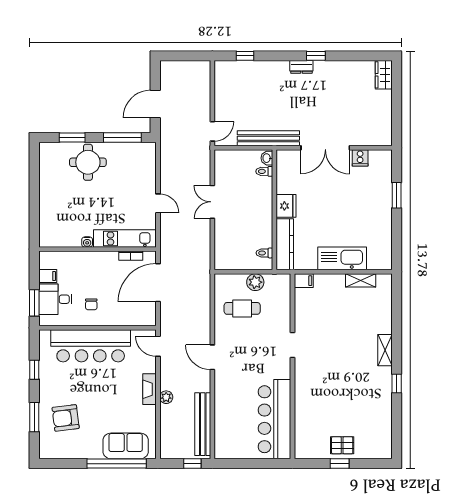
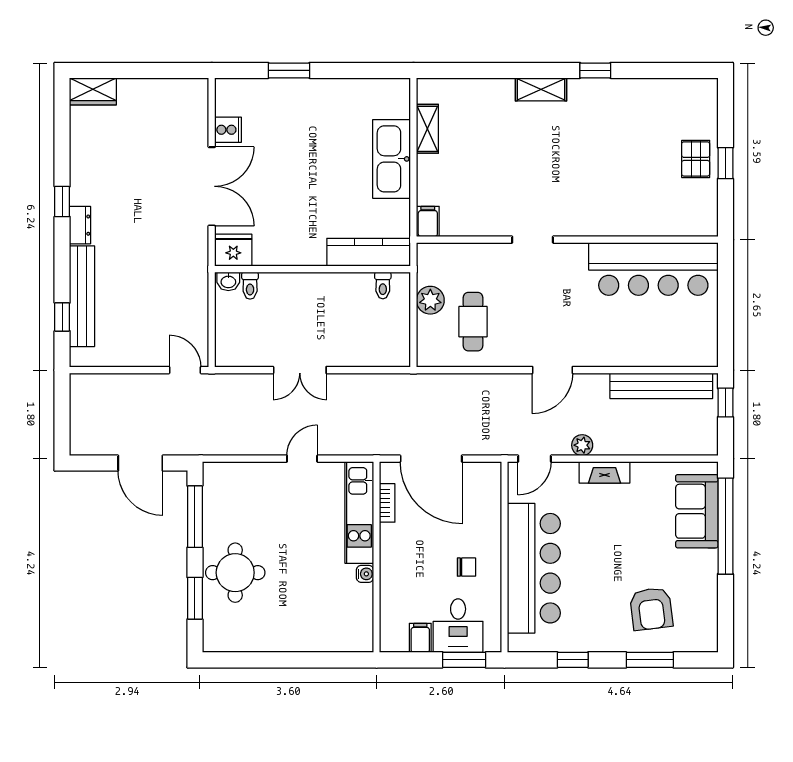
bench: (268, 138) -> (82, 296), moved
fridge: (286, 206) -> (233, 250), moved
plant: (166, 397) -> (582, 445), moved

